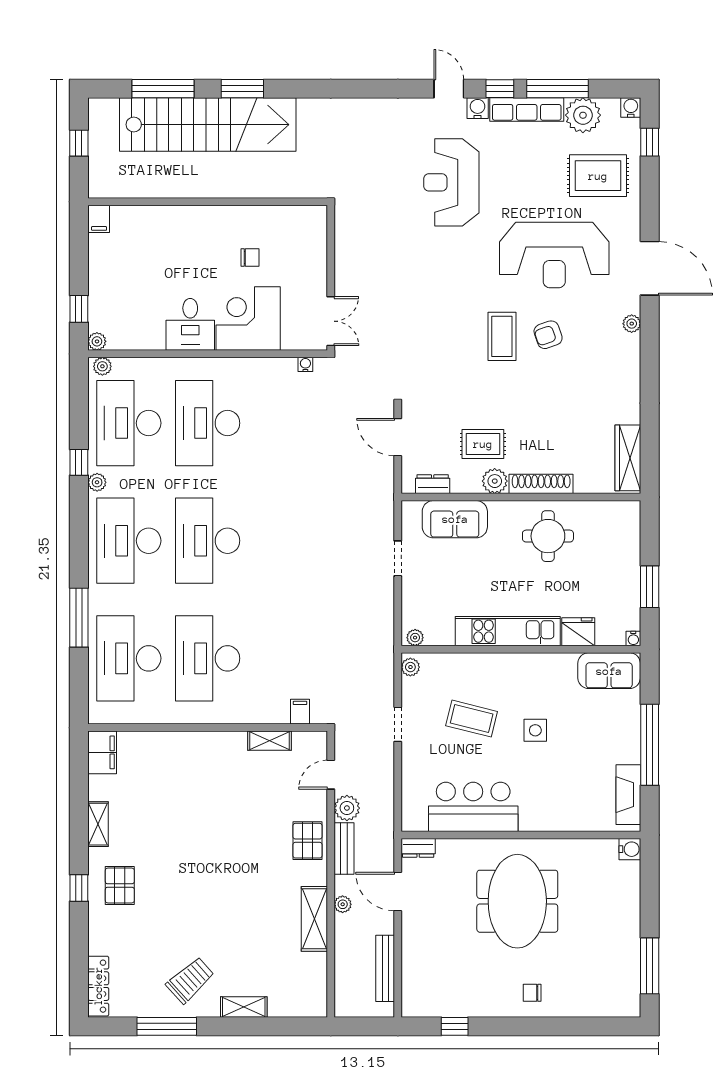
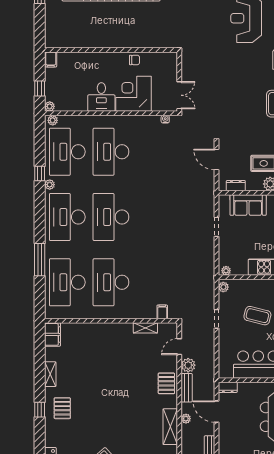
wall: (208, 202) -> (111, 50), moved
filing cabinet: (99, 219) -> (51, 60), moved

